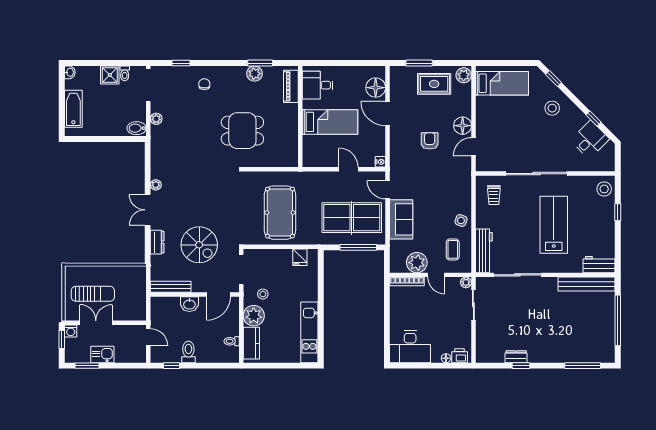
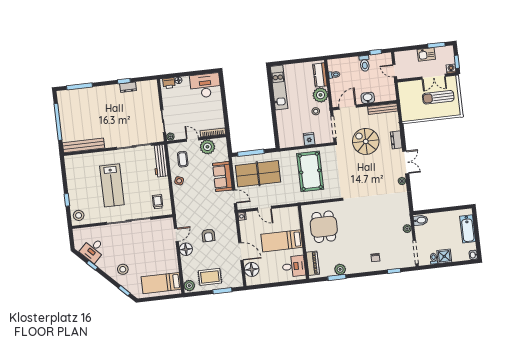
dining table: (242, 131) -> (324, 227), moved, turned 90
fridge: (300, 257) -> (309, 139), moved
workbench: (599, 265) -> (76, 161), removed

